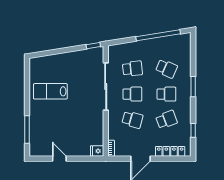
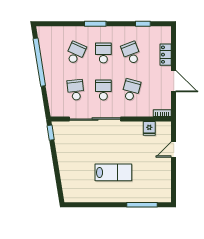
lab bench: (50, 91) -> (113, 172), moved, turned -90
fridge: (97, 151) -> (149, 128), moved
locker: (170, 151) -> (166, 55), width x0.66
door: (59, 159) -> (174, 149), moved

